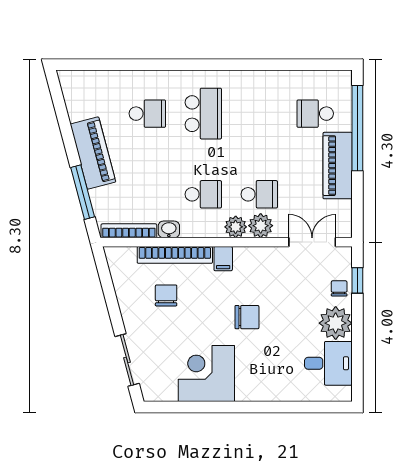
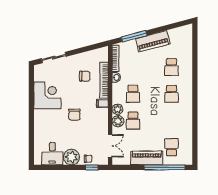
school desk: (203, 114) -> (172, 94), width x0.54

